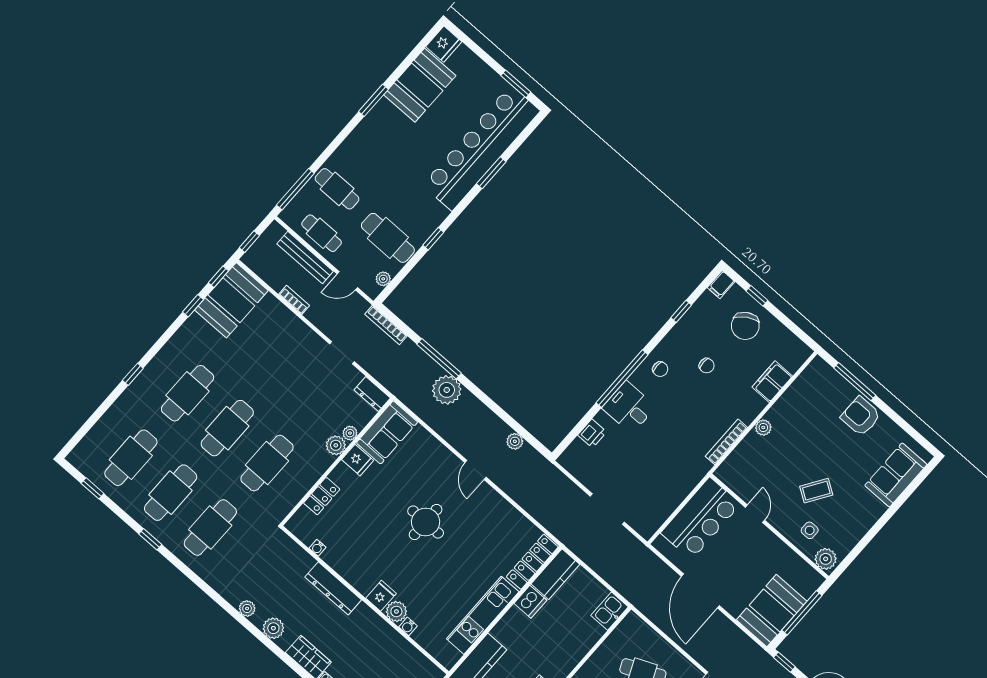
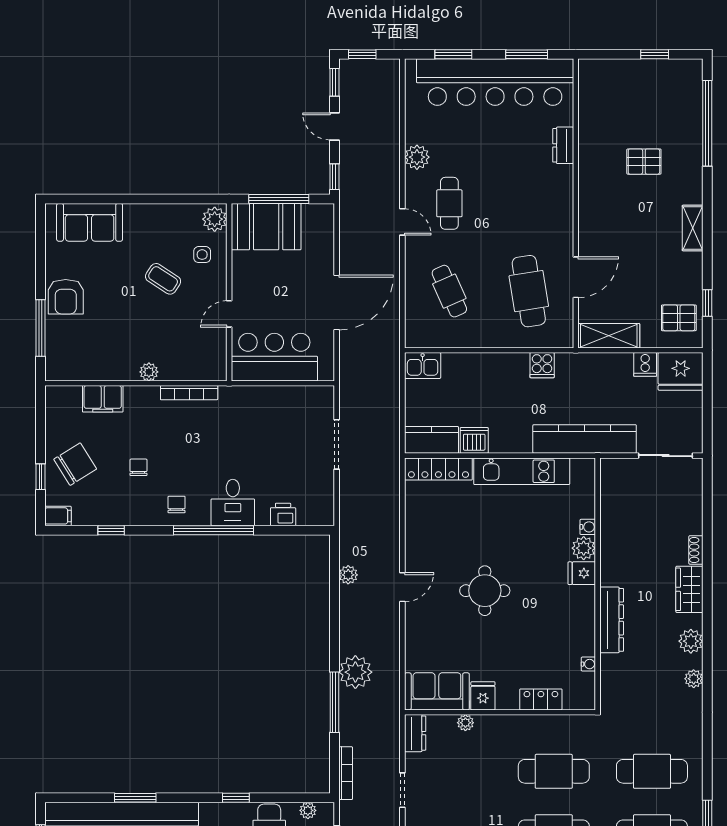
plant: (336, 445) -> (487, 726), removed
booth: (772, 610) -> (266, 227), moved

